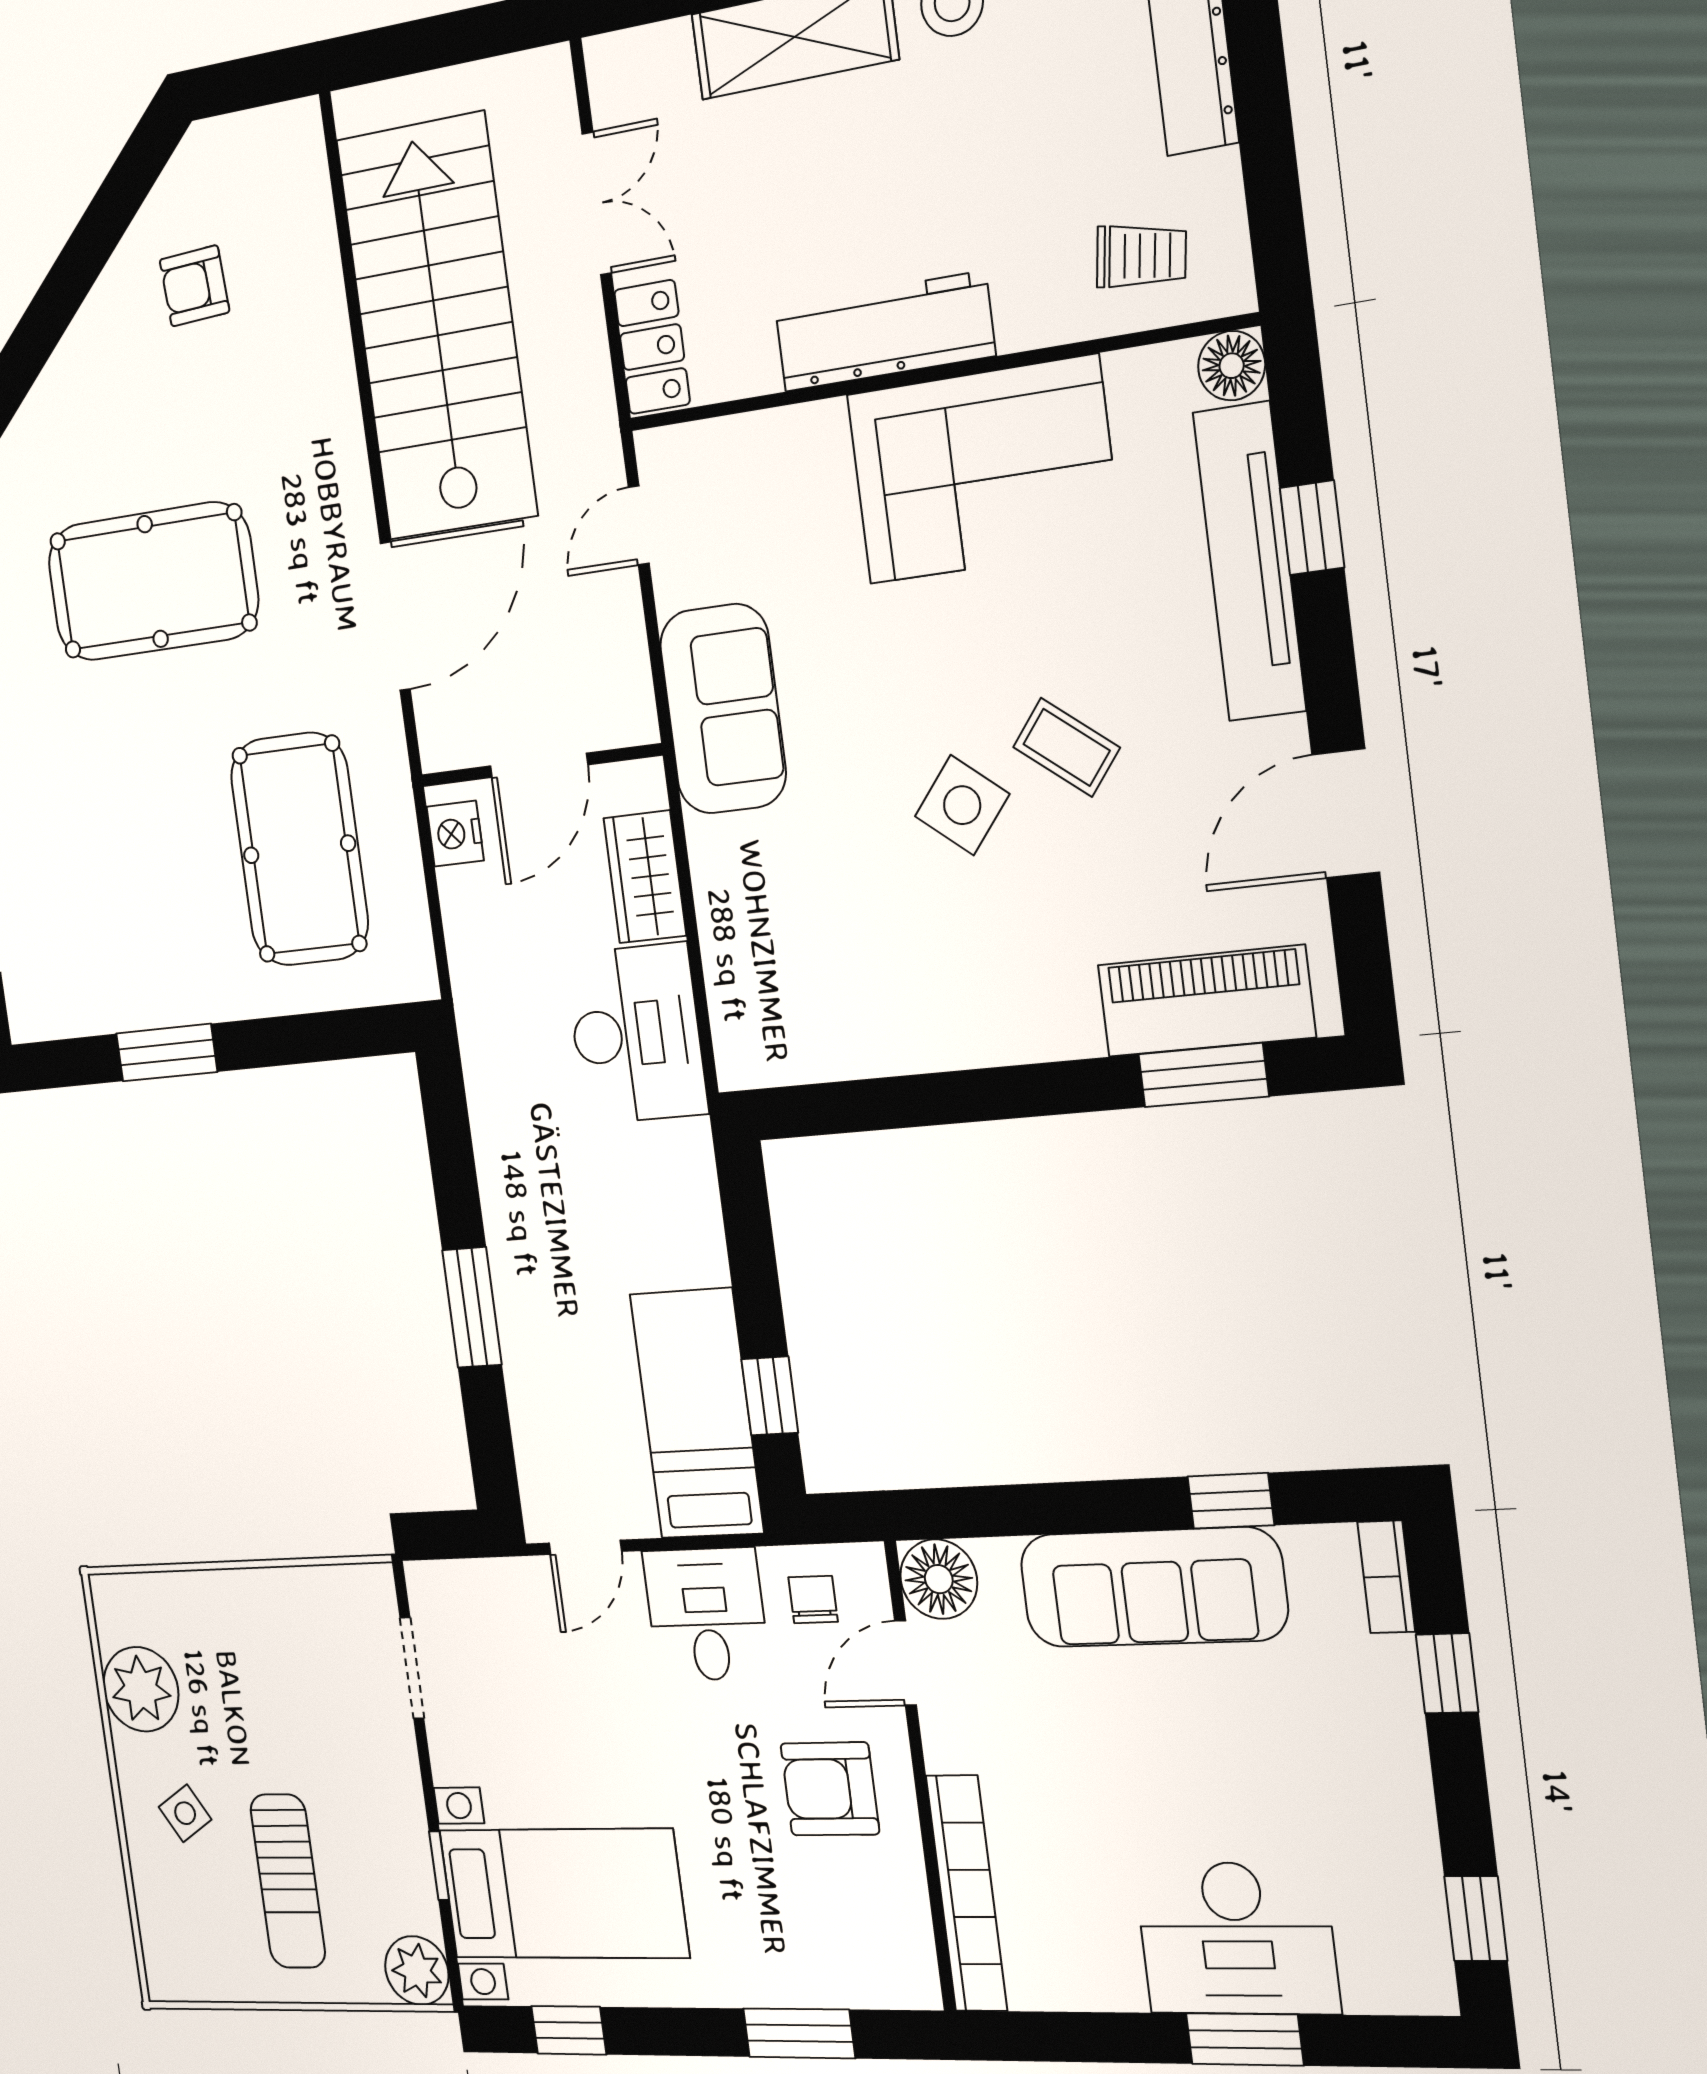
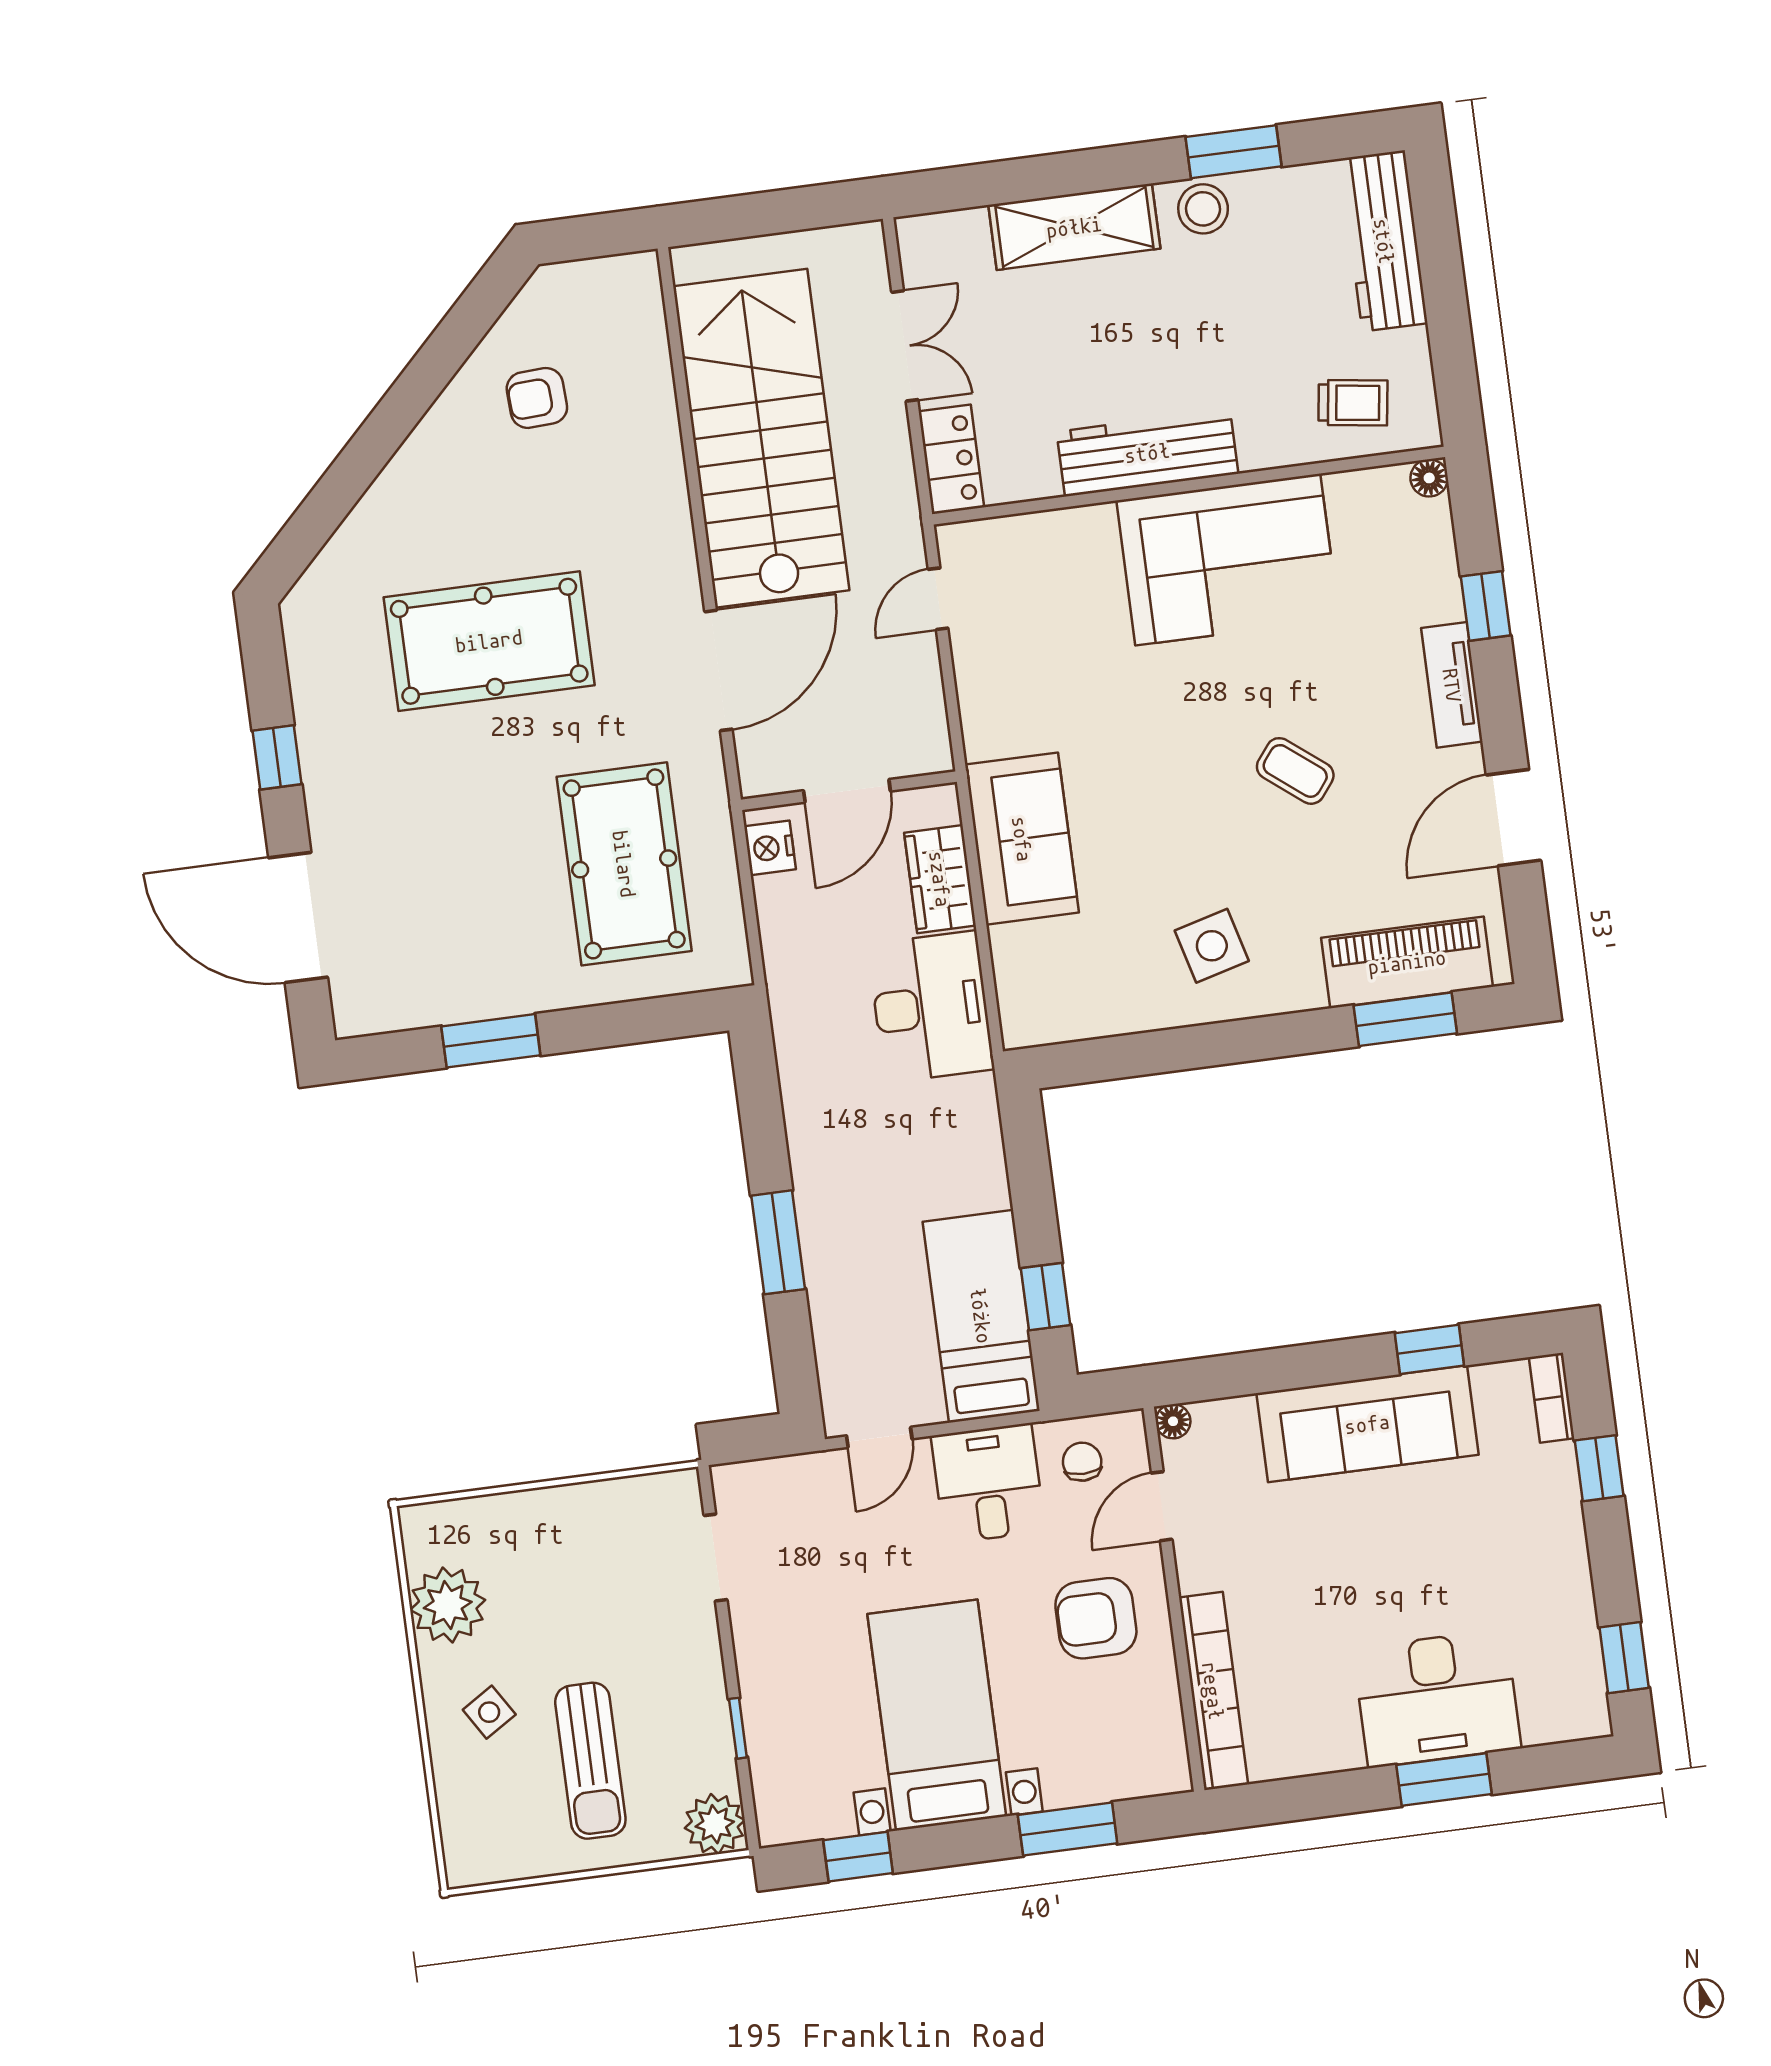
floor lamp: (1232, 366) -> (1429, 478), width x0.73, depth x0.73
tv unit: (1249, 562) -> (1452, 685), width x0.52, depth x0.78
sofa: (723, 709) -> (1022, 839), moved
side table: (962, 805) -> (1212, 946), moved, turned 36
floor lamp: (939, 1579) -> (1173, 1421), width x0.53, depth x0.53
bed with nightstands: (563, 1894) -> (937, 1715), moved, turned -90

